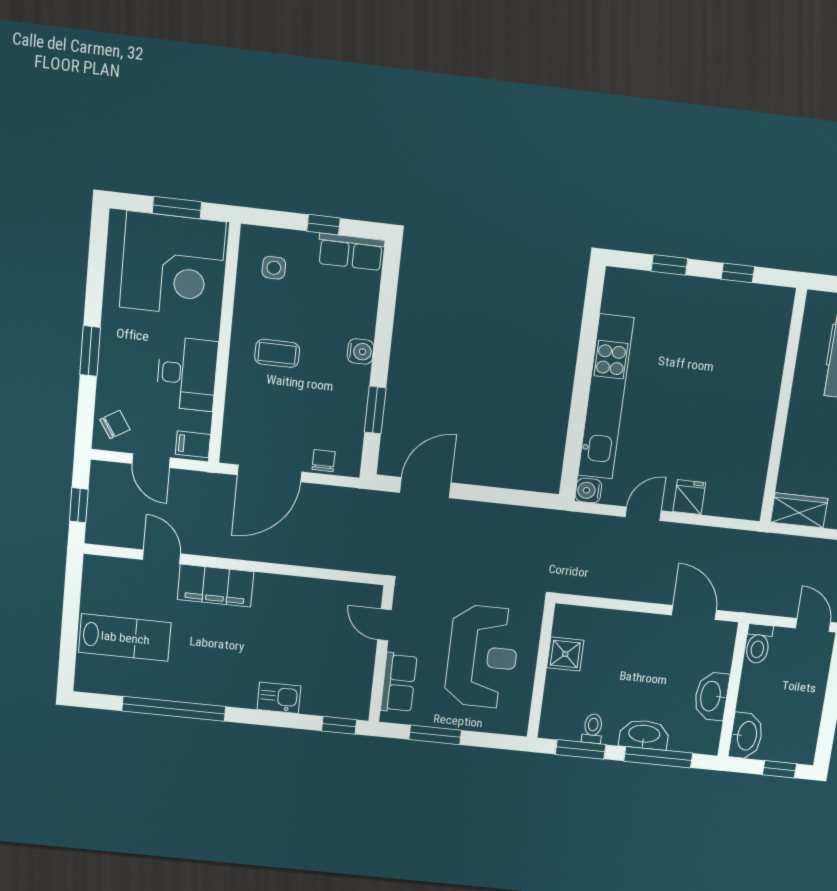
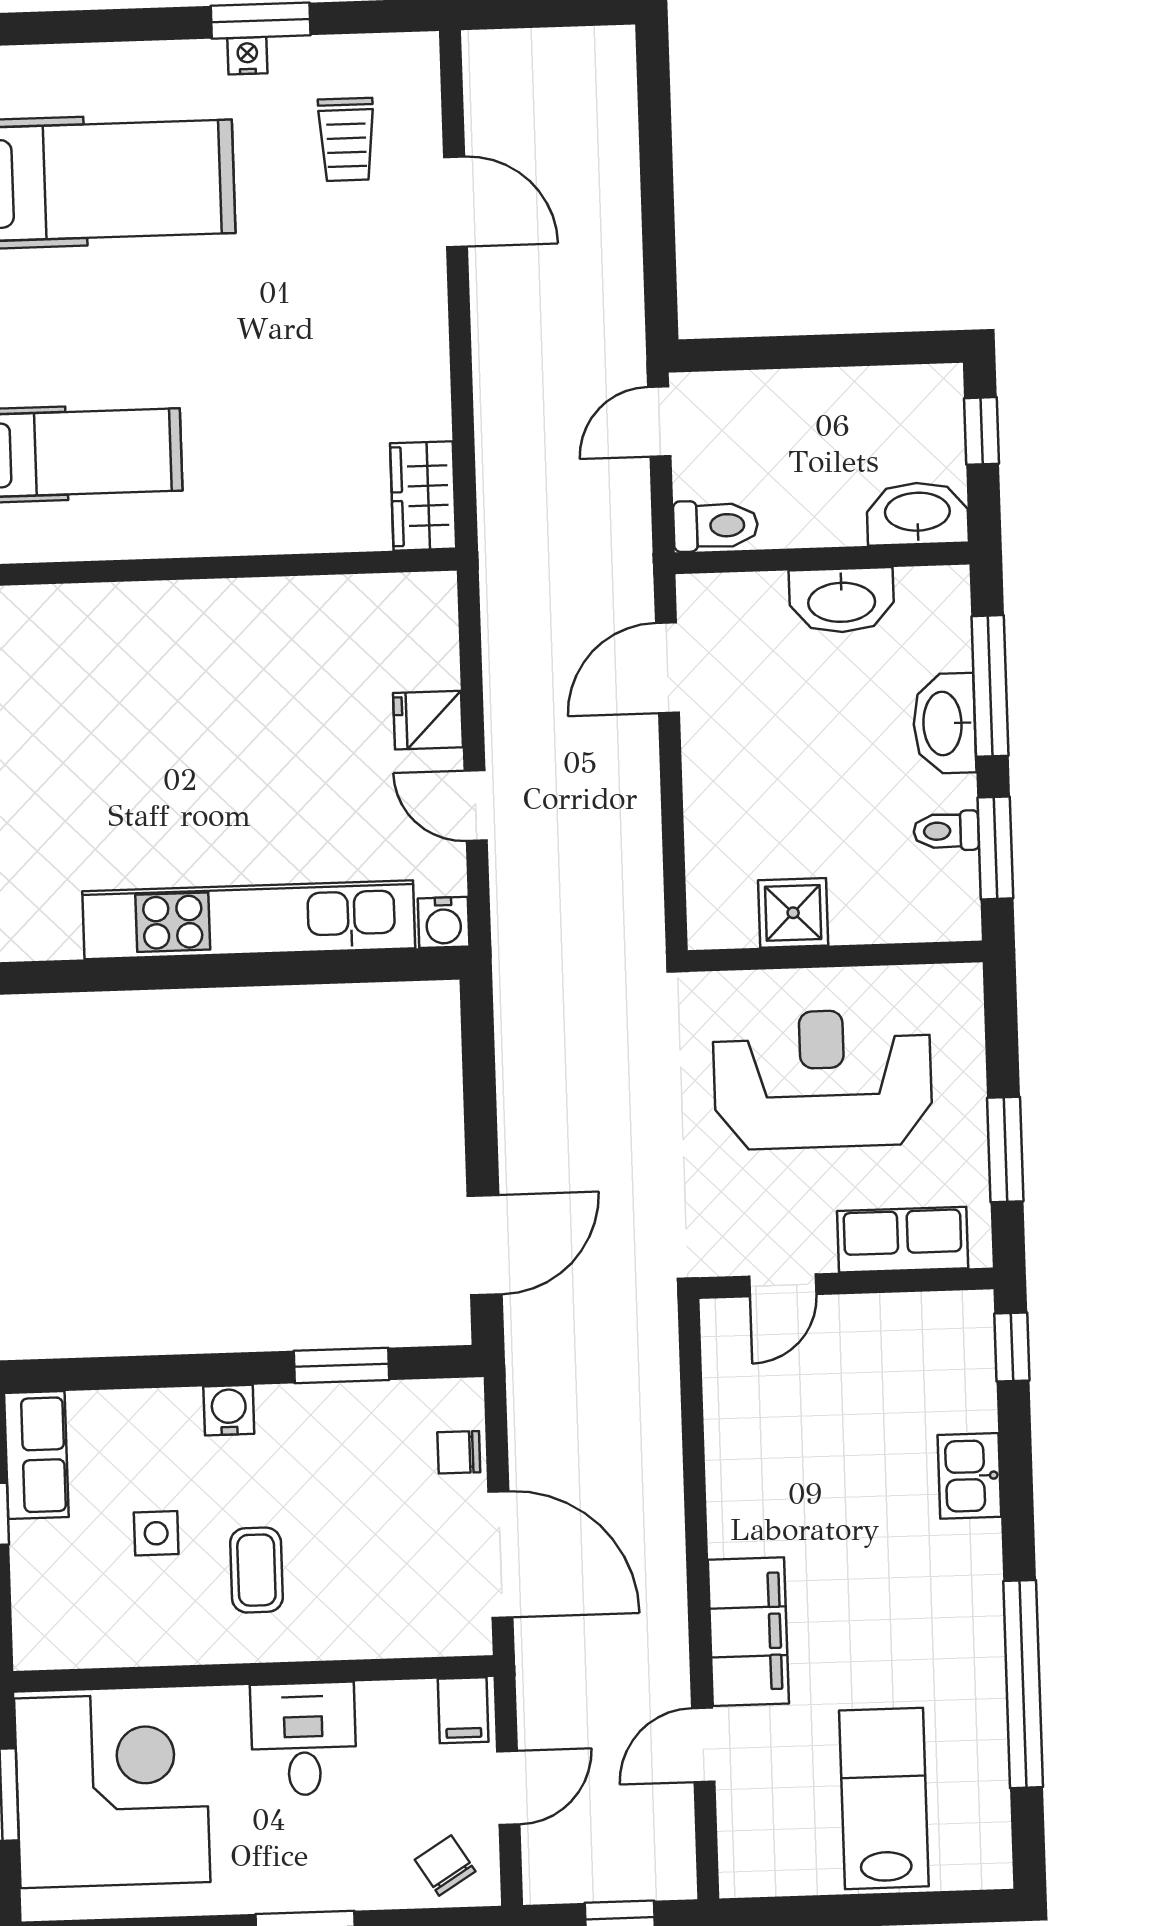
side table: (274, 268) -> (156, 1533), moved
desk: (187, 374) -> (304, 1739), width x0.73
door: (425, 488) -> (485, 1245), swing flipped

